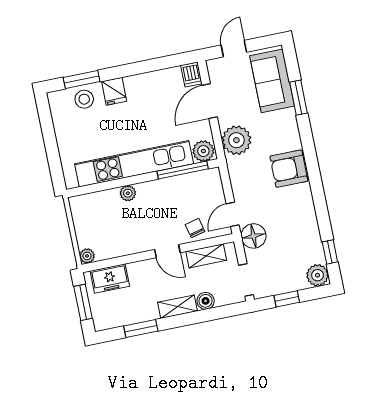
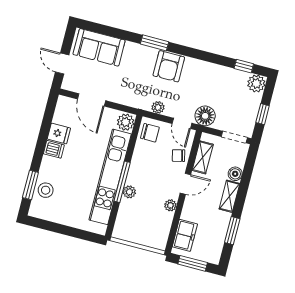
dishwasher: (191, 75) -> (54, 149), moved
fridge: (114, 91) -> (59, 134), moved
window: (299, 98) -> (154, 43), moved
plant: (236, 140) -> (158, 107), moved, width x0.53, depth x0.53
window: (183, 170) -> (122, 182), moved
chair: (205, 184) -> (150, 133), added
plant: (87, 256) -> (170, 205), moved

